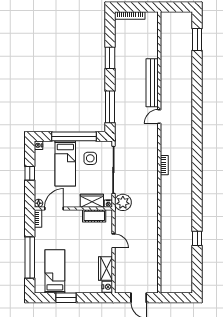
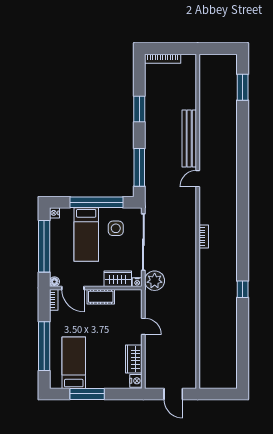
window: (30, 173) -> (44, 246), width x3.17
door: (54, 208) -> (73, 288), swing flipped
cot: (94, 216) -> (101, 297), moved
window: (197, 238) -> (243, 289), moved
window: (66, 298) -> (87, 394), width x1.44

